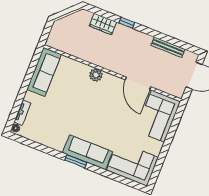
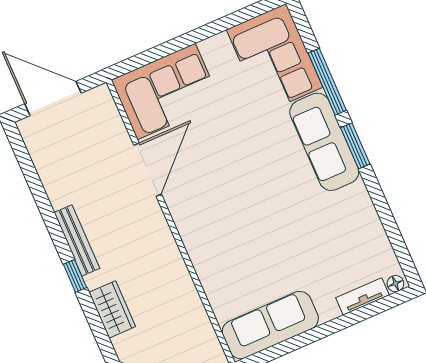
bench: (168, 47) -> (77, 240), moved
plant: (96, 75) -> (198, 244), removed
window: (107, 174) -> (327, 82), added

